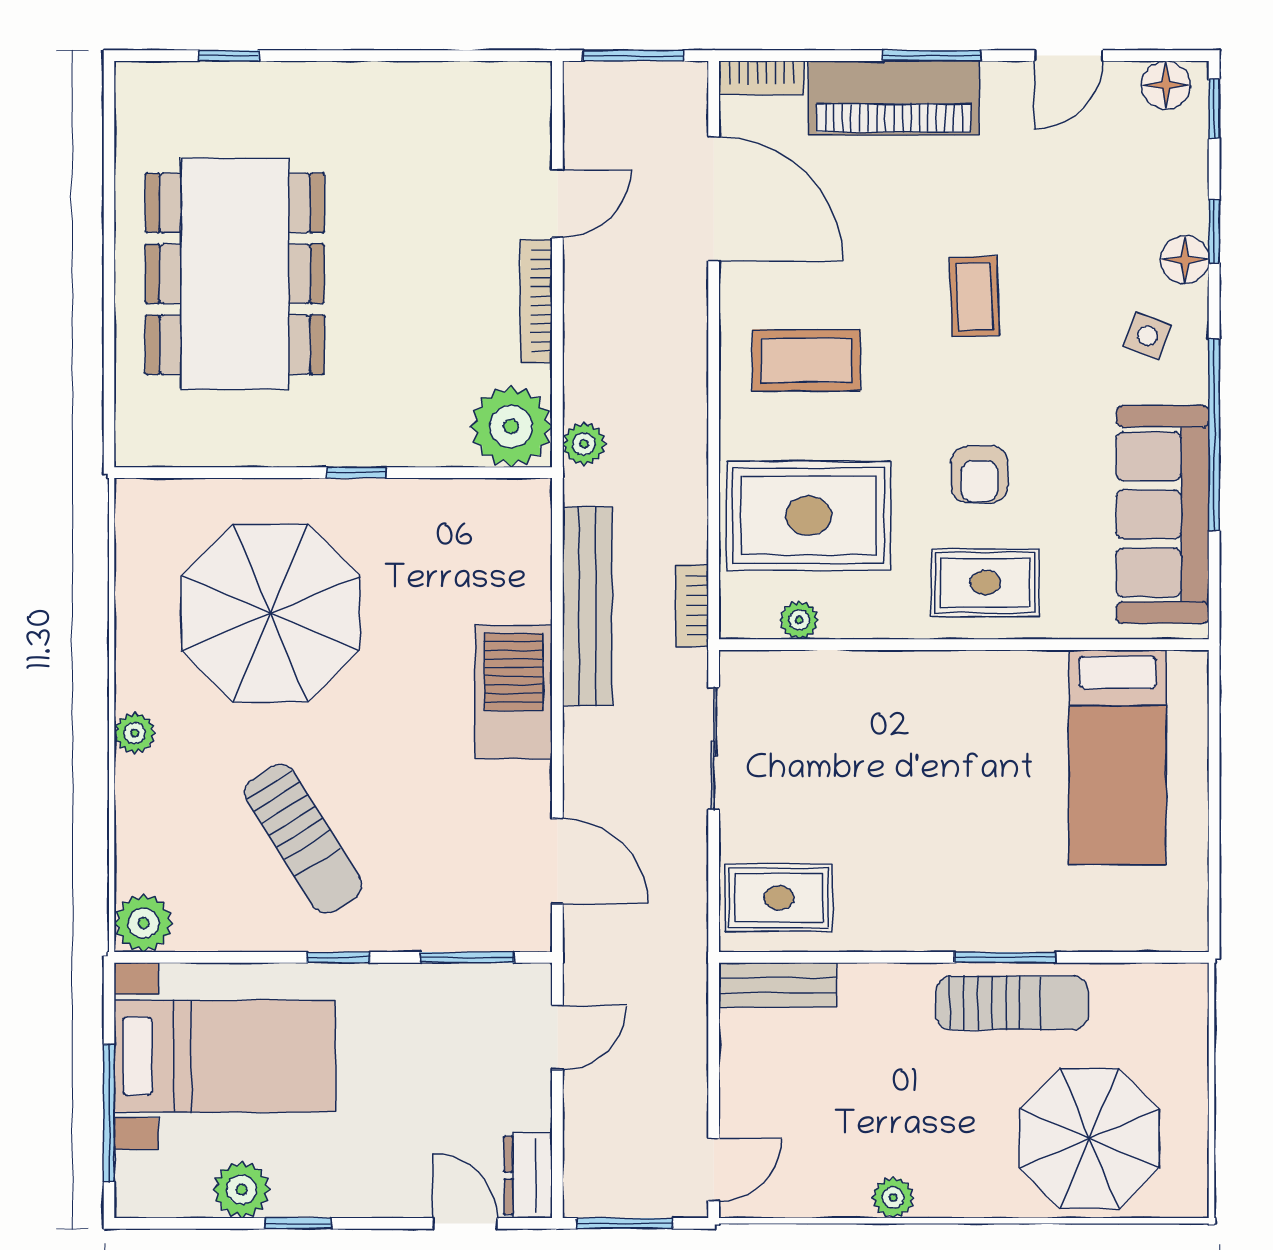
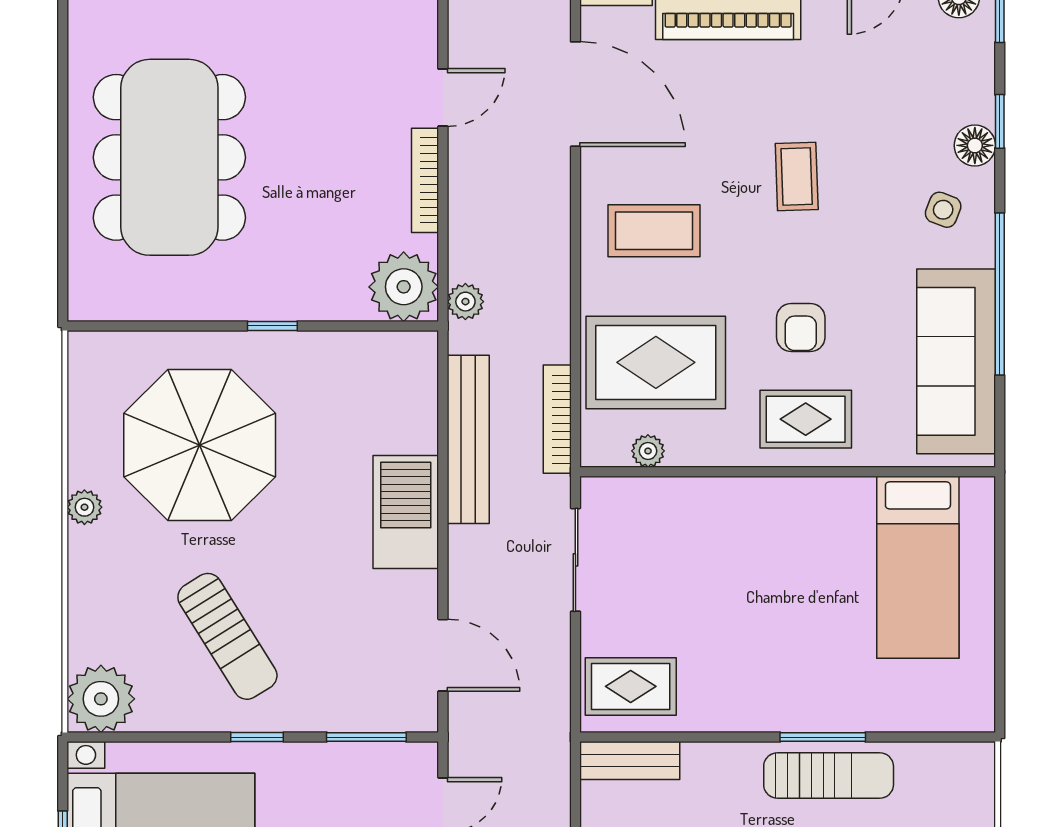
bookcase: (692, 606) -> (557, 419), width x1.56
plant: (135, 733) -> (84, 507), moved
plant: (143, 923) -> (101, 699), width x1.36, depth x1.36

